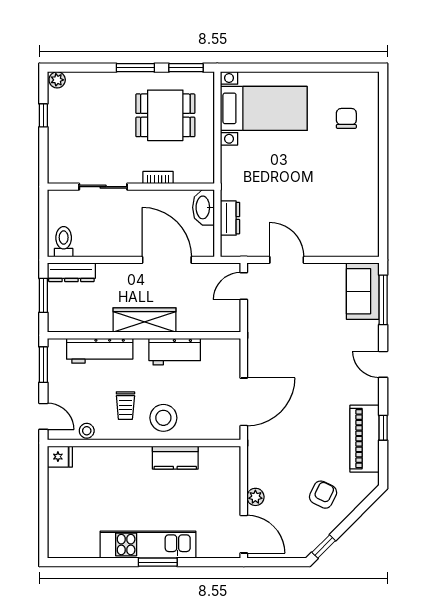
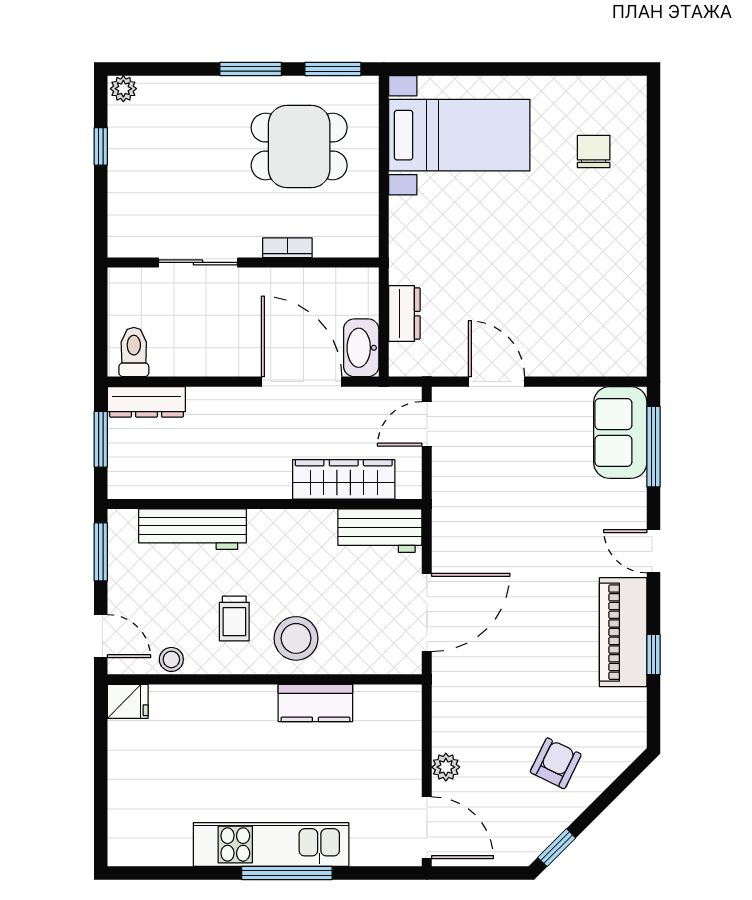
washbasin: (203, 207) -> (361, 348), moved
wardrobe: (145, 320) -> (344, 479), moved
workbench: (175, 352) -> (380, 531), moved
piano: (365, 439) -> (623, 632), moved
window: (158, 562) -> (287, 873), width x1.44

